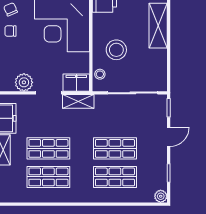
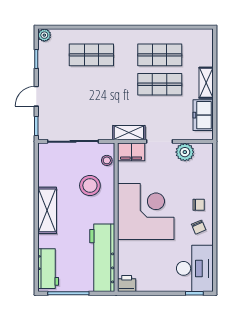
shop shelf: (115, 148) -> (91, 84), removed

